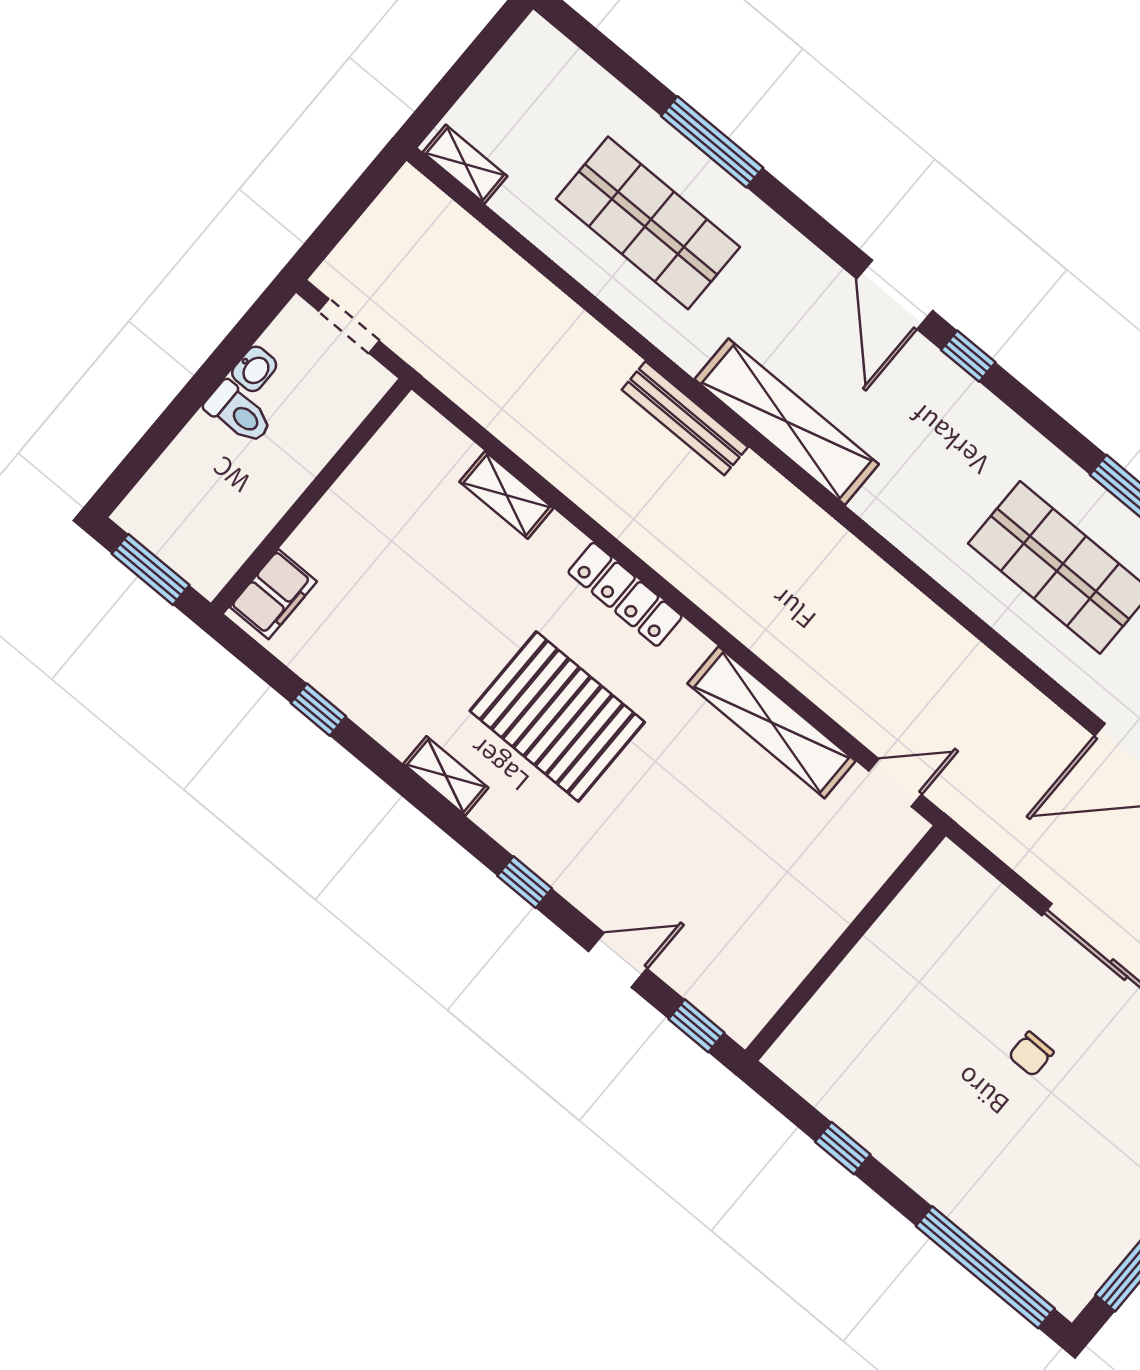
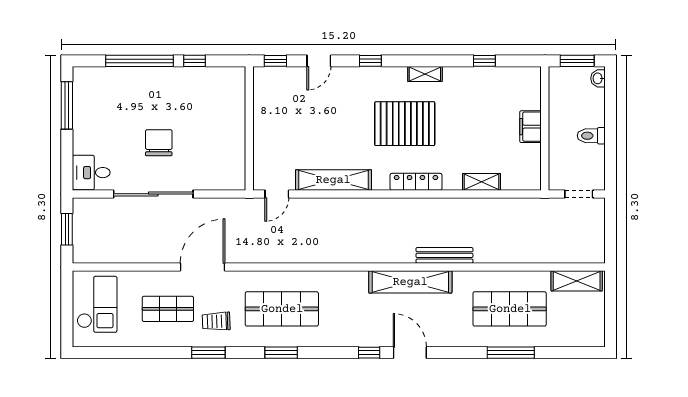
shelving: (465, 164) -> (577, 281), width x1.50, depth x1.33
washbasin: (254, 369) -> (598, 78), moved
filing cabinet: (273, 594) -> (530, 127), moved
chair: (1031, 1054) -> (159, 143), width x1.87, depth x1.87
window: (985, 1267) -> (140, 61), moved

